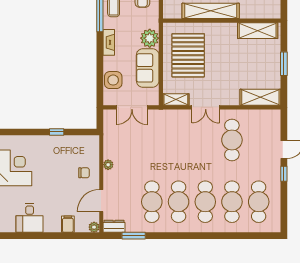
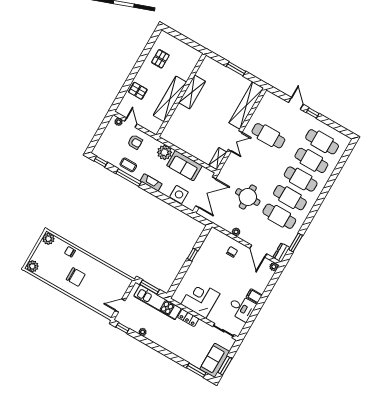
shelving: (258, 31) -> (192, 92), moved
pallet: (188, 55) -> (192, 132), removed
shelving: (260, 97) -> (246, 105), width x1.47
double door: (132, 107) -> (206, 192), width x1.37
round table: (153, 156) -> (248, 197), added
filing cabinet: (68, 224) -> (254, 296), moved

